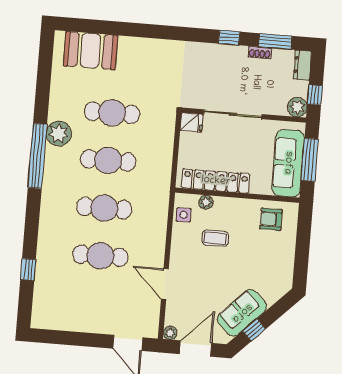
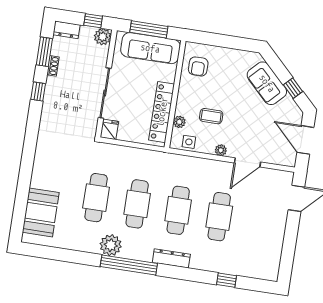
dresser: (49, 204) -> (171, 258), added
coffee table: (215, 238) -> (211, 116), turned 90
sofa: (242, 313) -> (267, 83), moved
plant: (170, 333) -> (221, 150), moved

